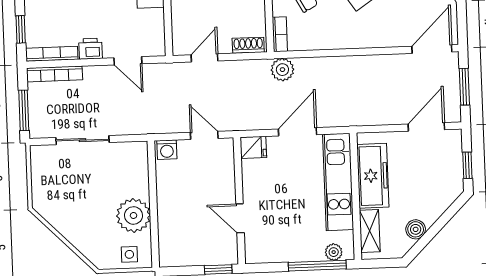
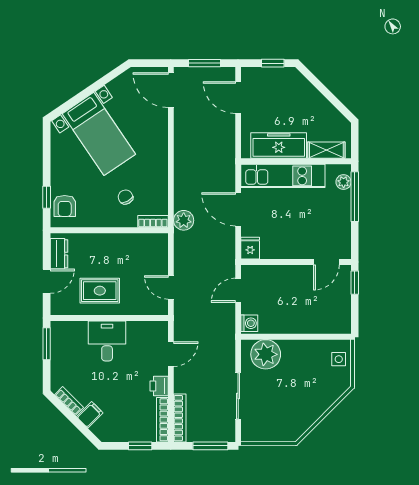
shoe rack: (248, 45) -> (161, 249), removed
plant: (133, 215) -> (266, 354), moved
door: (240, 218) -> (326, 262), moved
boiler: (416, 229) -> (327, 110), removed

